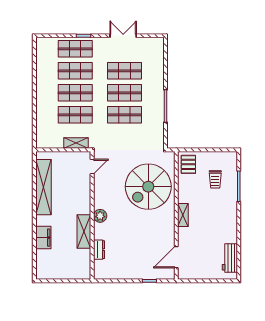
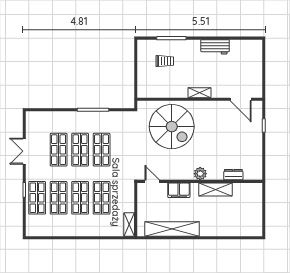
shelving: (76, 143) -> (129, 225), moved
pallet: (188, 164) -> (150, 87), removed
filing cabinet: (43, 238) -> (179, 190), moved, turned 180
workbench: (230, 258) -> (215, 47), moved

